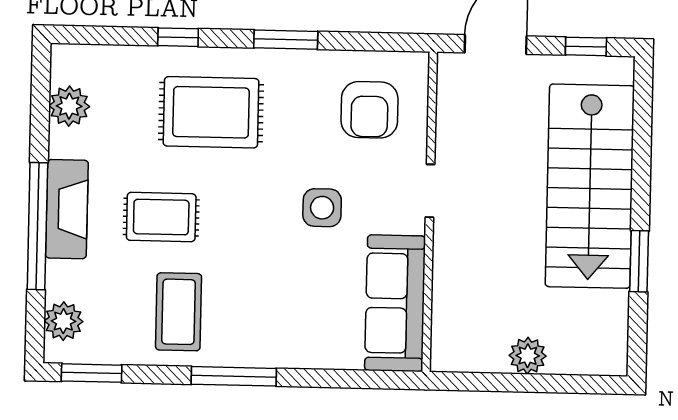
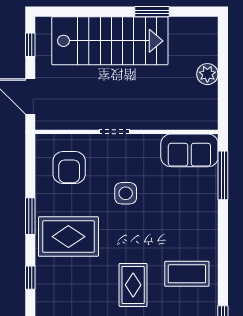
armchair: (369, 110) -> (69, 167), turned 90
rug: (211, 112) -> (68, 237), moved, turned 90
sofa: (395, 303) -> (189, 150), width x0.73
window: (234, 376) -> (223, 175), moved

